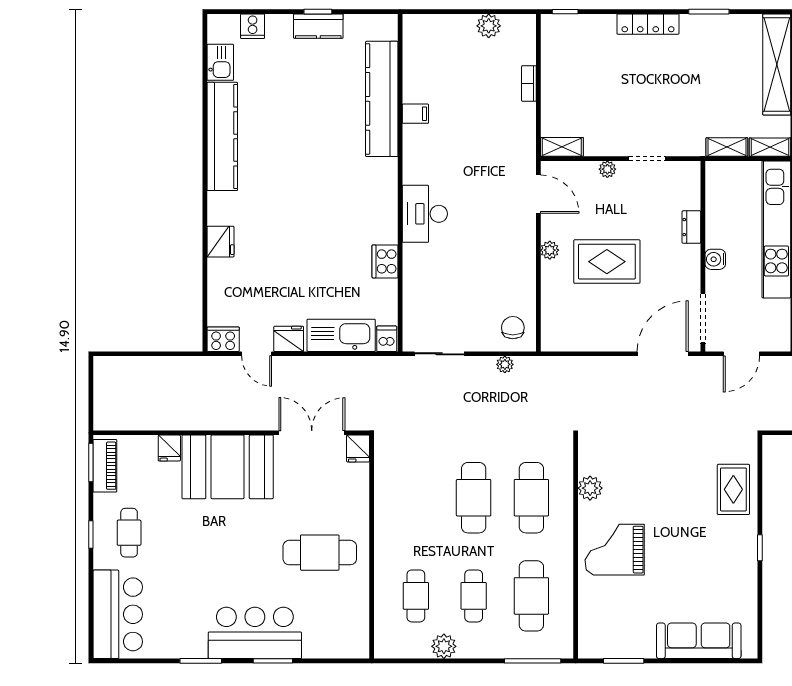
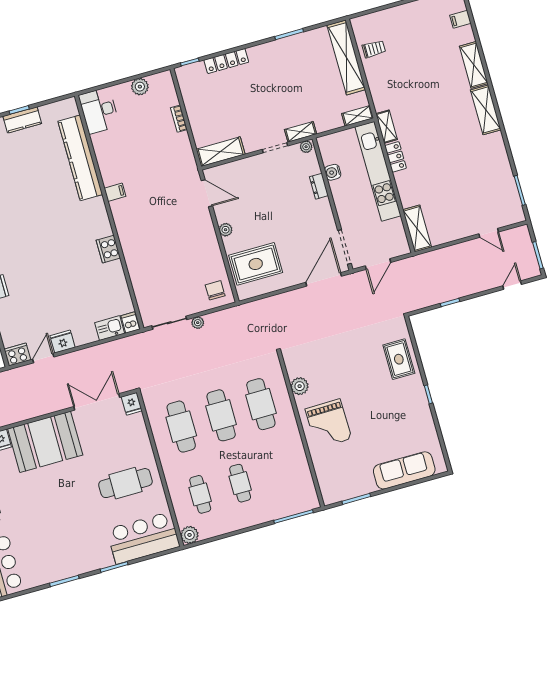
locker: (648, 24) -> (226, 61), moved
filing cabinet: (415, 114) -> (115, 192), moved
shelving: (562, 147) -> (221, 152), width x1.50, depth x1.33
shelving: (727, 147) -> (301, 132), moved
plant: (607, 169) -> (306, 147), moved
desk: (425, 214) -> (99, 111), moved
water cooler: (715, 259) -> (333, 172), moved
cooker: (385, 261) -> (108, 249), moved
rug: (607, 262) -> (256, 264), moved
kitchen sink: (341, 335) -> (110, 328), width x0.53, depth x0.81
door: (257, 354) -> (43, 358), swing flipped
plant: (505, 364) -> (198, 323), moved
grand piano: (615, 550) -> (328, 424), turned -91
cafe table: (531, 596) -> (181, 427), moved
bar counter: (255, 633) -> (143, 538), moved
plant: (444, 646) -> (190, 535), moved

